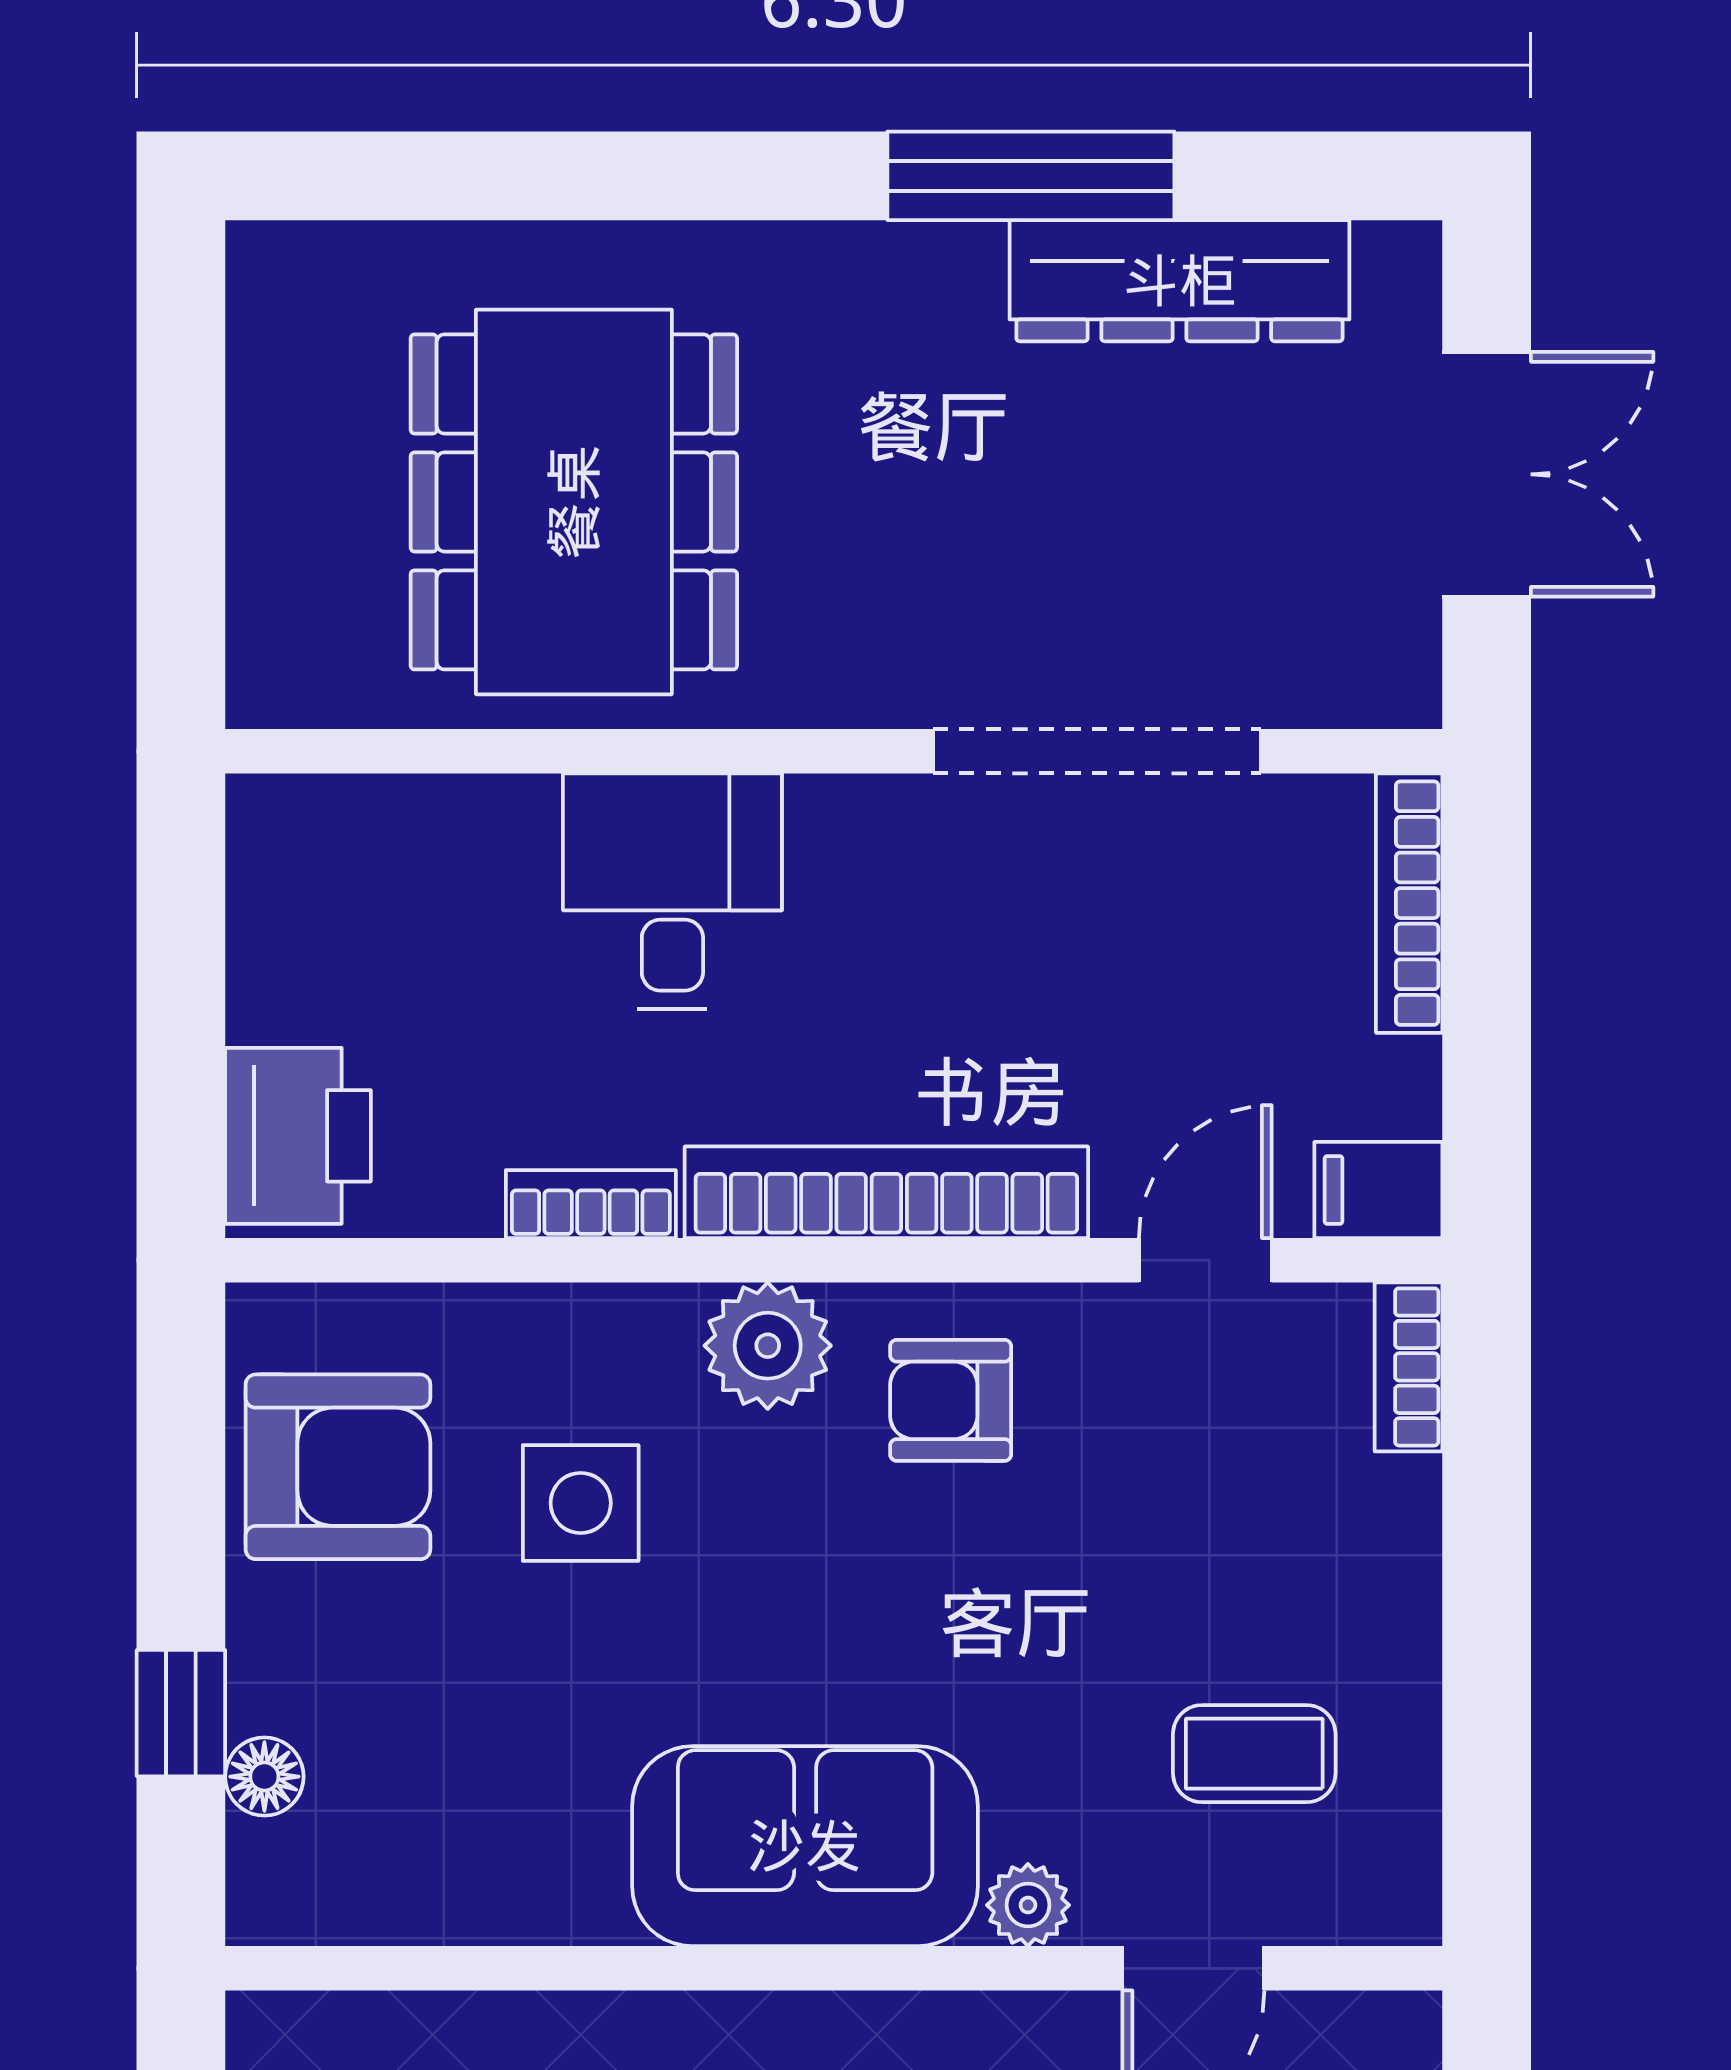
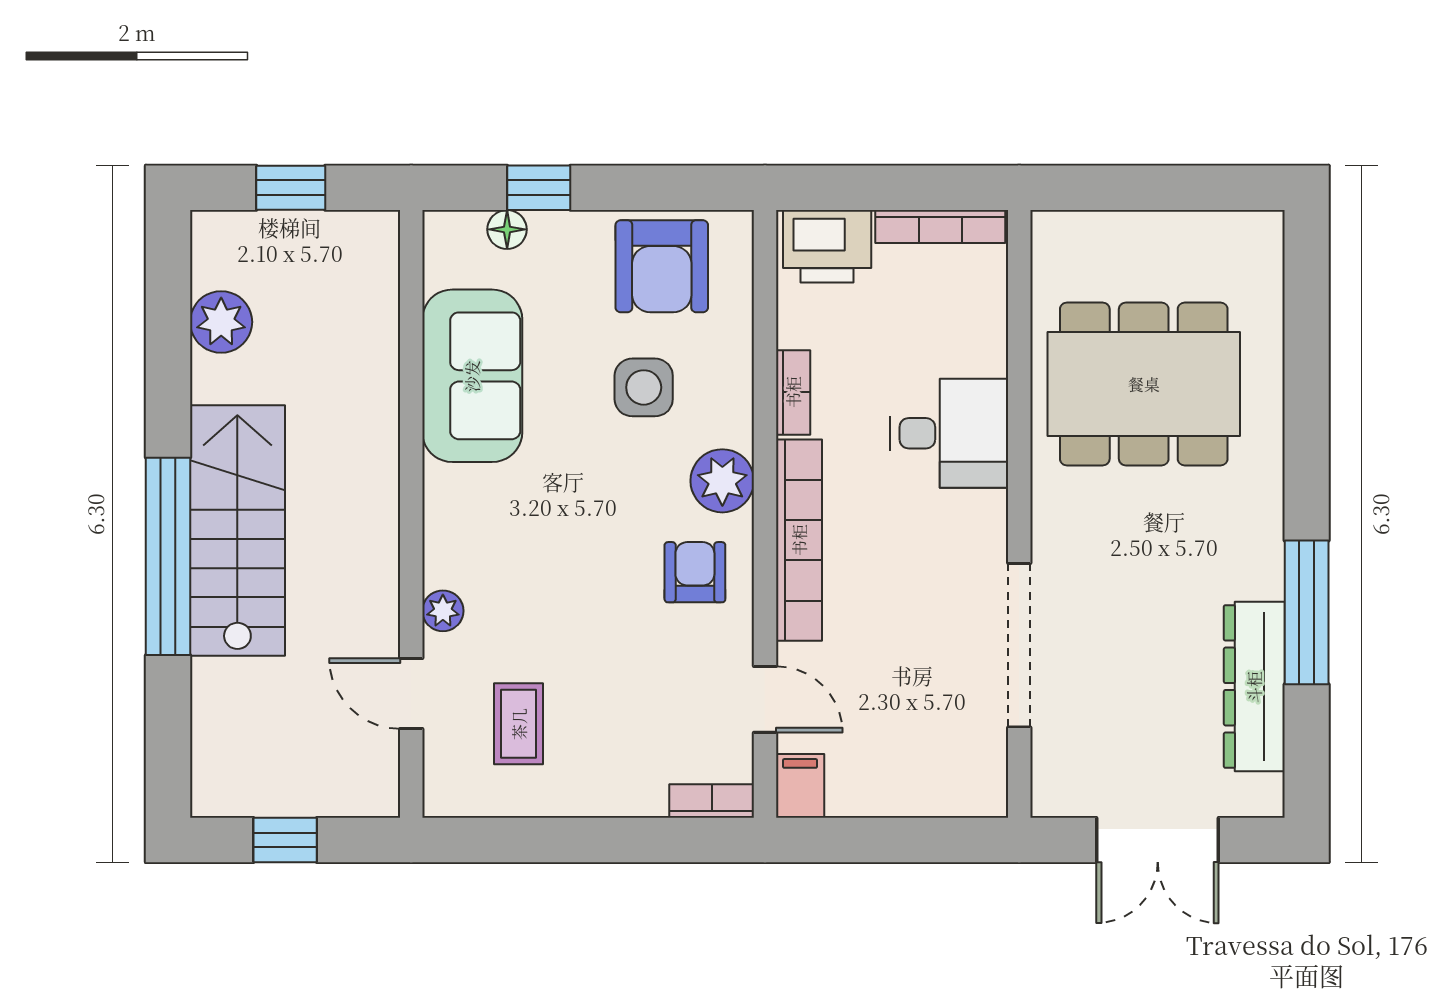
bookcase: (1409, 903) -> (940, 226), moved, turned 180
sofa: (805, 1846) -> (472, 376), moved

